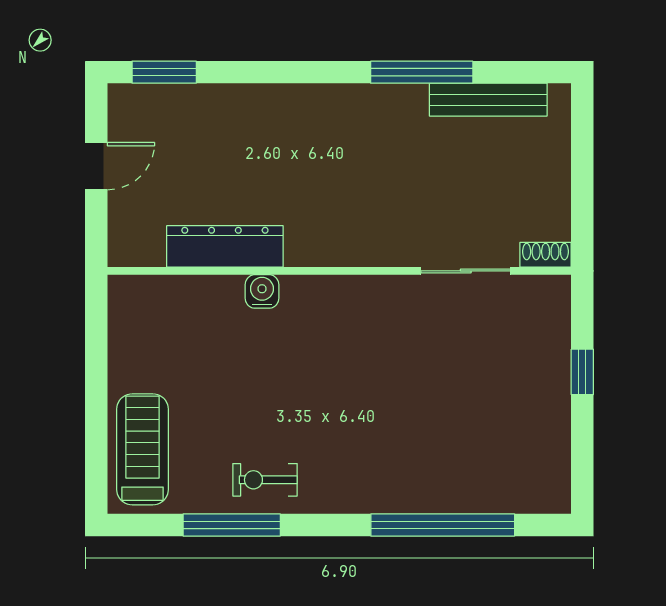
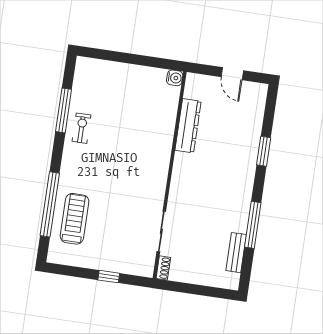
window: (164, 72) -> (264, 151), moved
bench: (488, 100) -> (236, 253), width x0.73
water cooler: (262, 291) -> (175, 78), moved
treadmill: (143, 449) -> (75, 219), moved, turned -90

